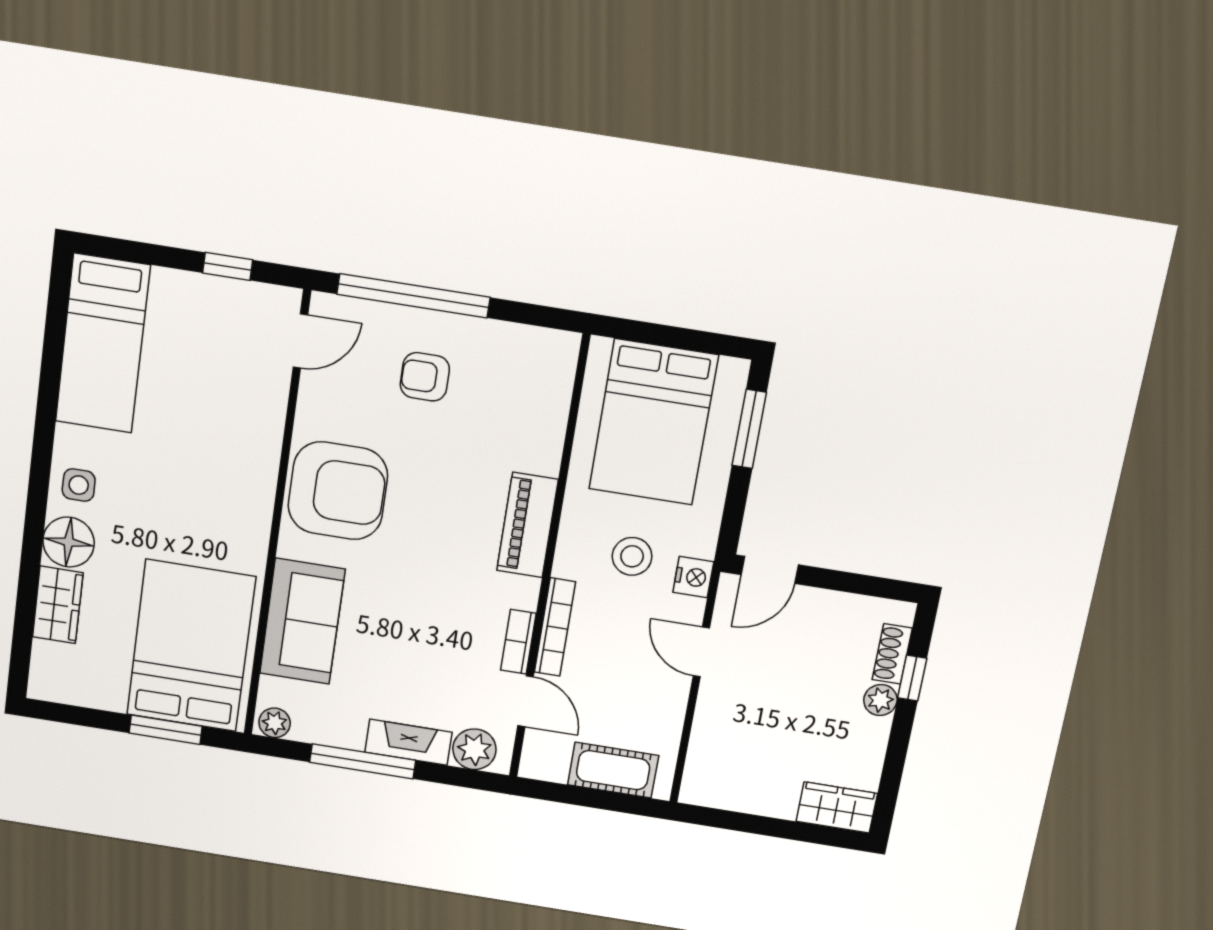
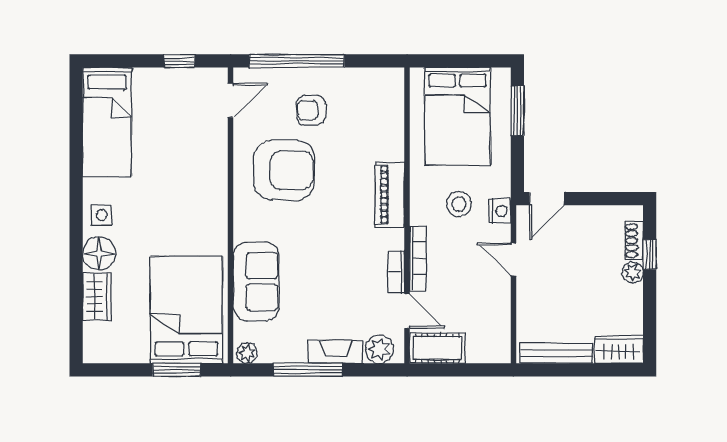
armchair: (338, 491) -> (284, 170), moved
cot: (613, 770) -> (437, 348), moved
bench: (741, 798) -> (556, 353), added

